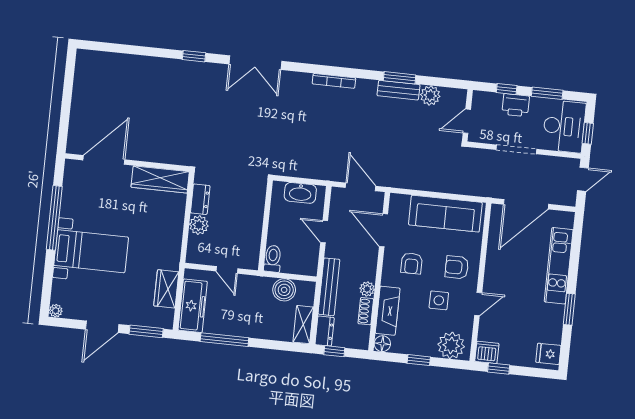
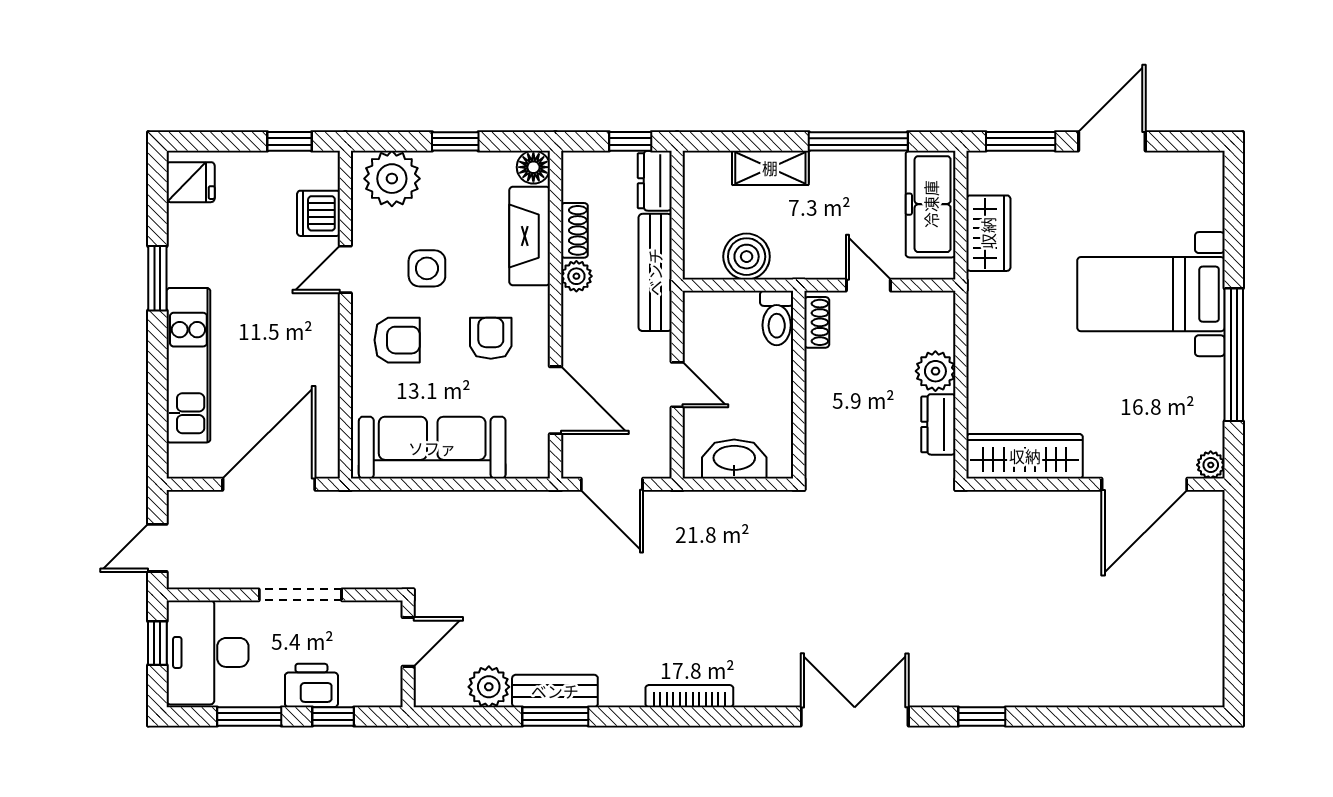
shoe rack: (254, 255) -> (817, 322), added
plant: (56, 311) -> (1211, 465), moved
shelving: (303, 325) -> (770, 168), moved, turned 90
dishwasher: (487, 352) -> (318, 213), moved, turned 90

